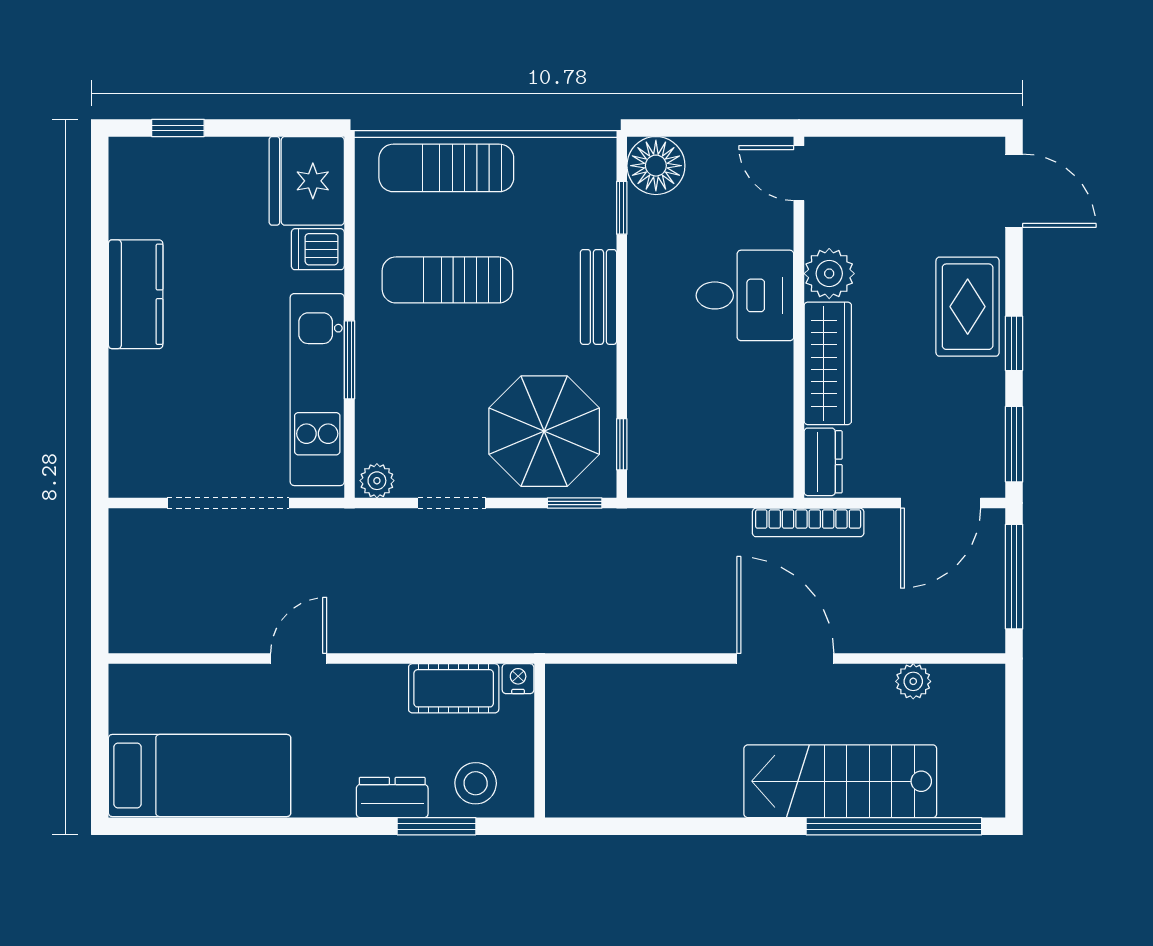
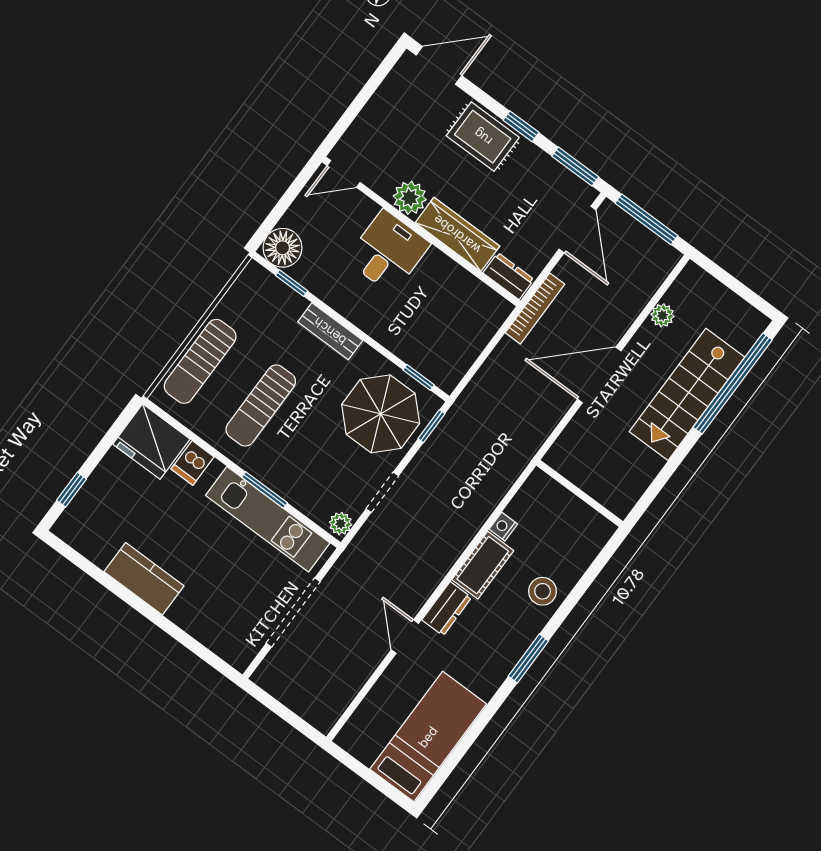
wall: (540, 741) -> (580, 493), moved
dresser: (392, 797) -> (447, 609), moved, turned 180
window: (437, 826) -> (528, 659), moved

